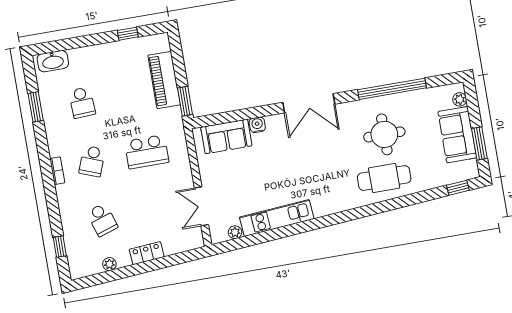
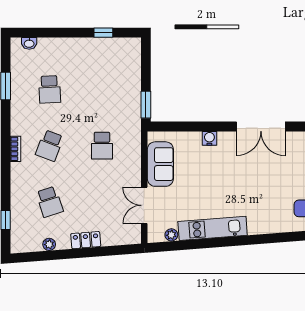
washbasin: (53, 61) -> (29, 43), width x0.52, depth x0.69
piano: (164, 80) -> (130, 82), removed
sofa: (226, 136) -> (160, 164), moved, turned -90
school desk: (147, 152) -> (102, 146), width x0.54

